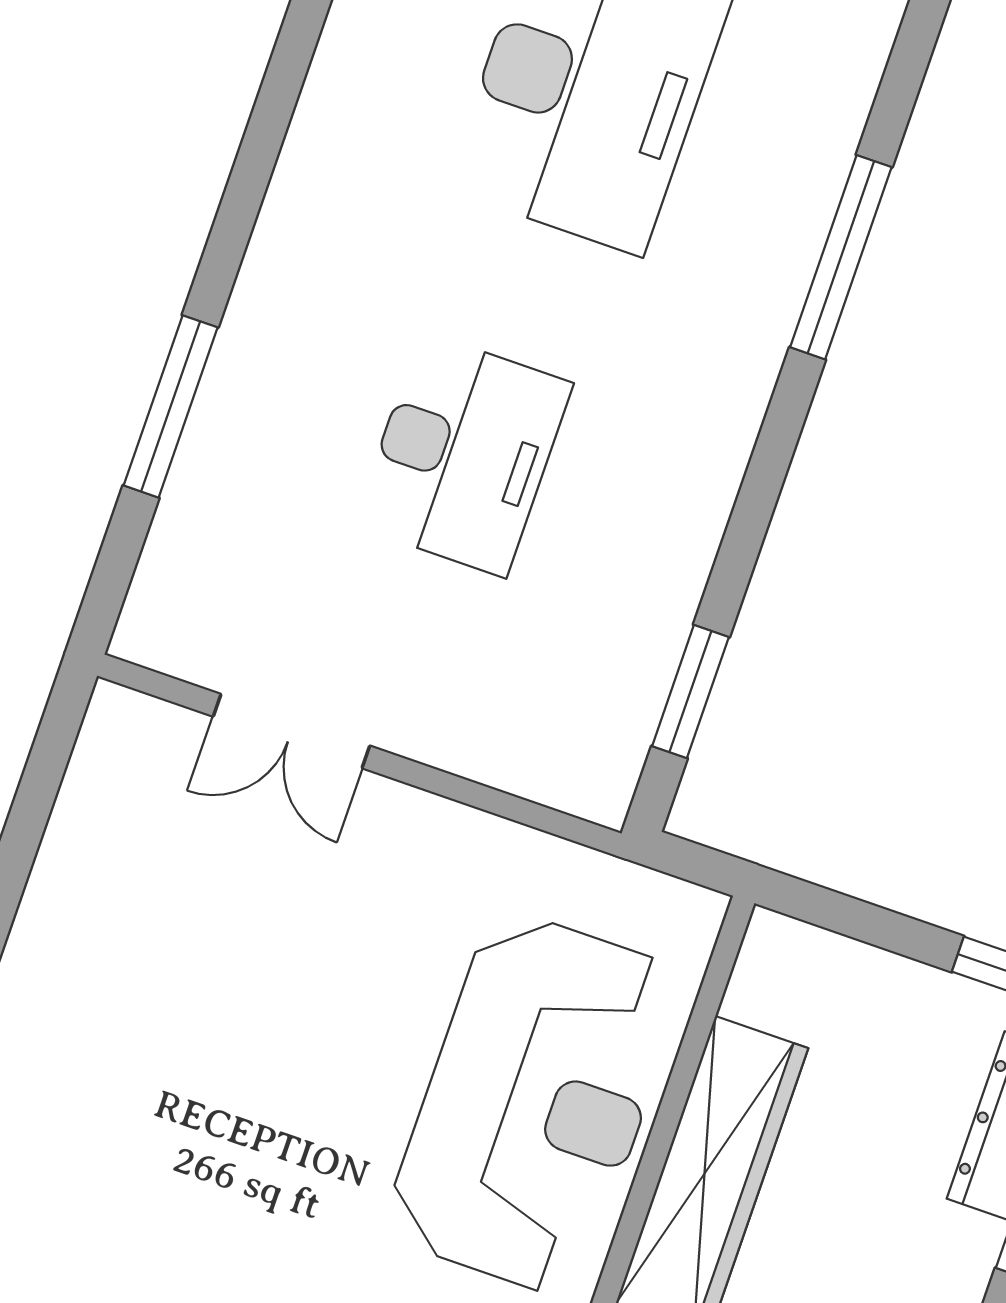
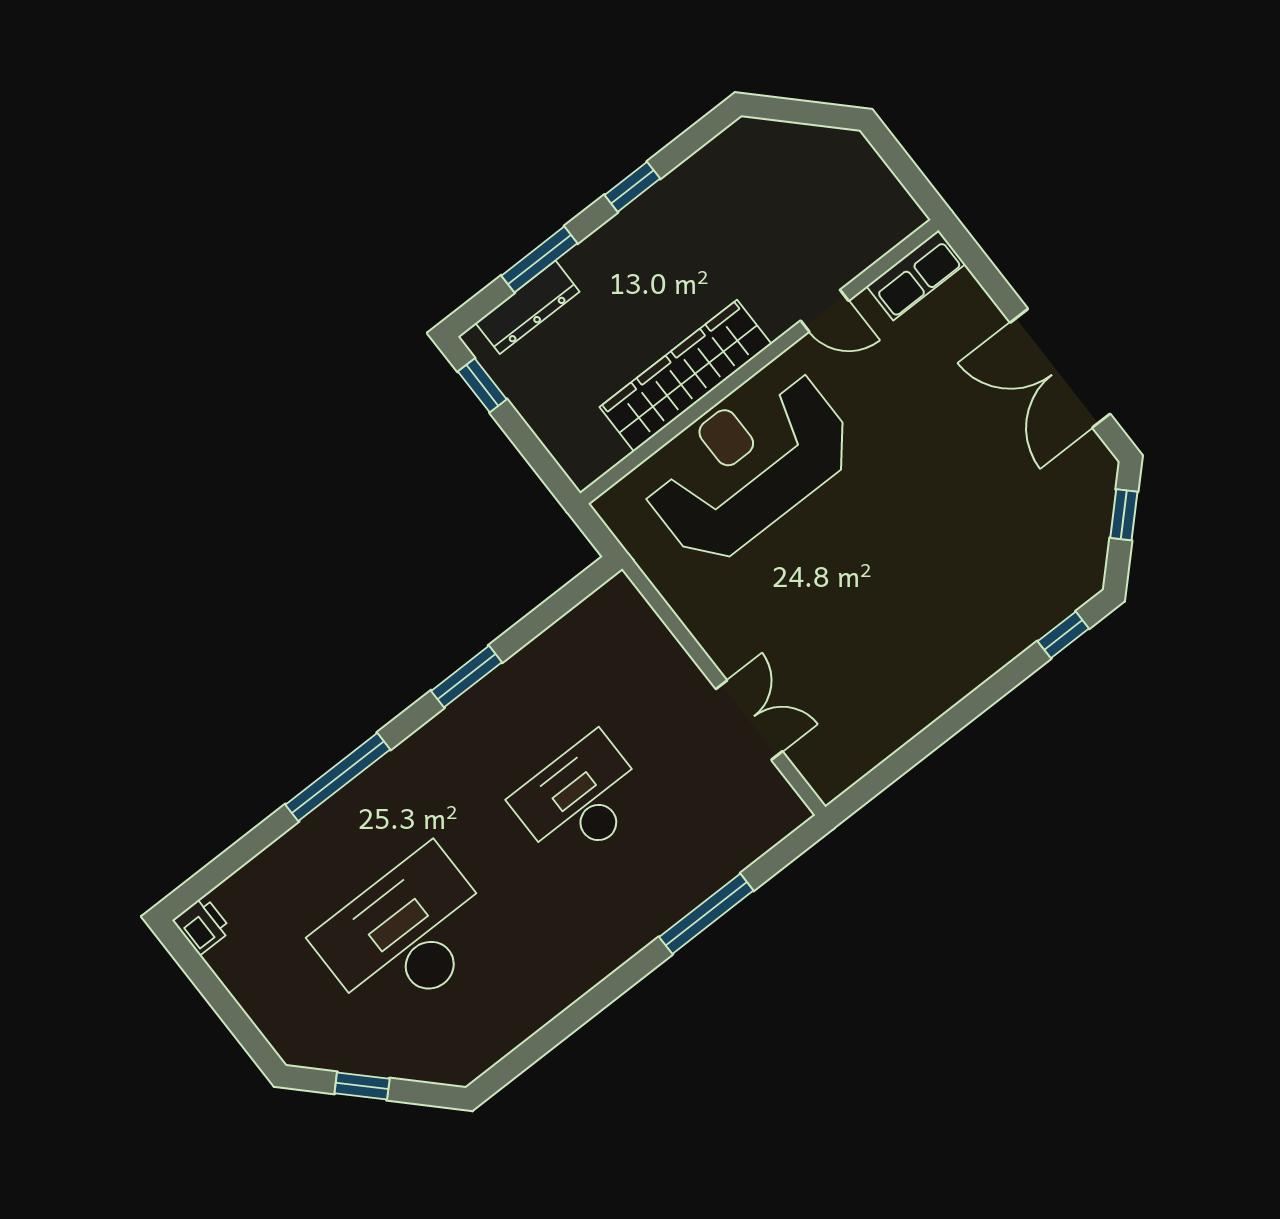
window: (690, 692) -> (466, 677), moved

